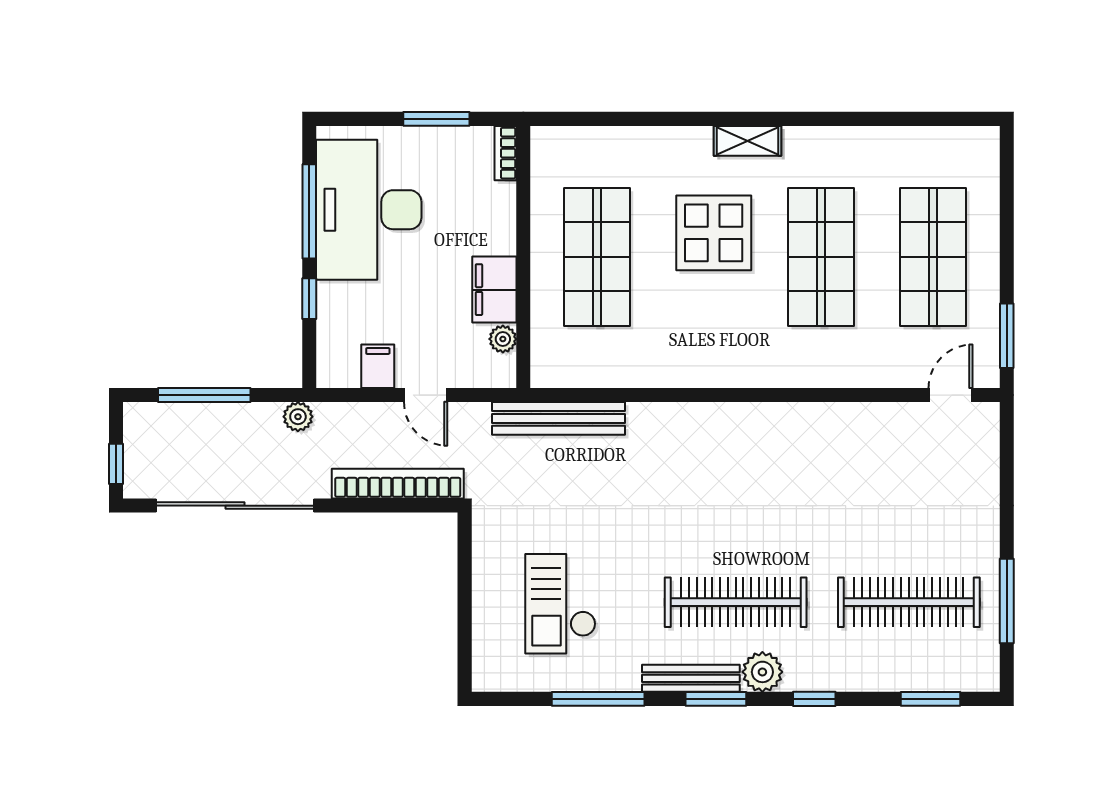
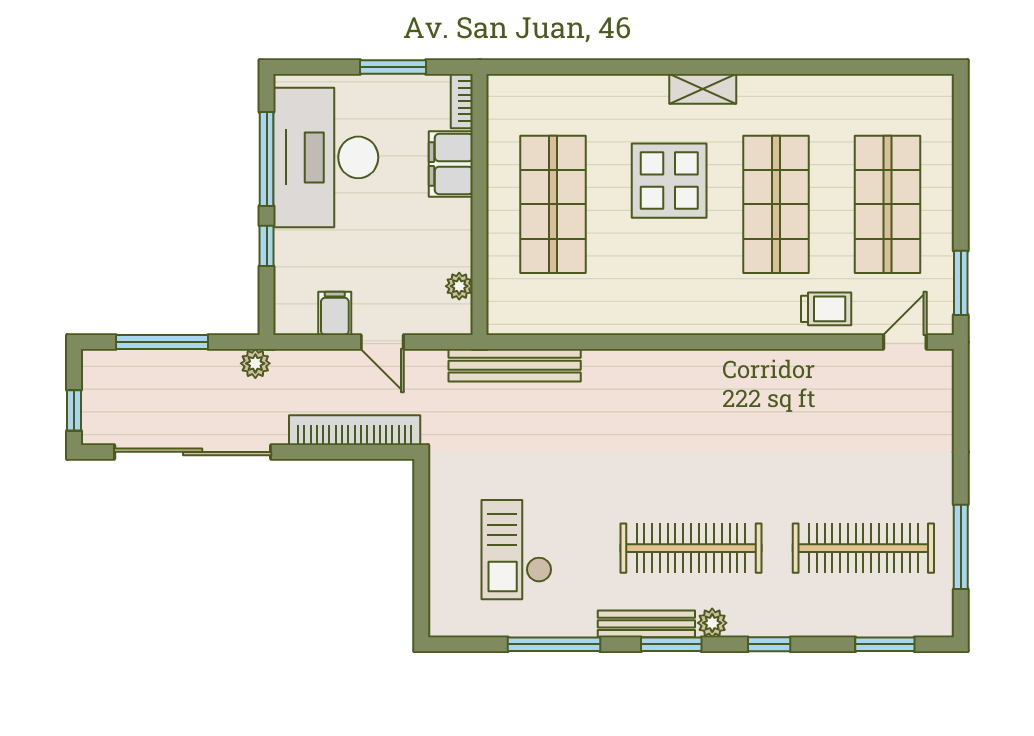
filing cabinet: (494, 290) -> (451, 164), moved
trolley: (871, 362) -> (826, 309), added
plant: (762, 672) -> (712, 623), width x0.73, depth x0.73

